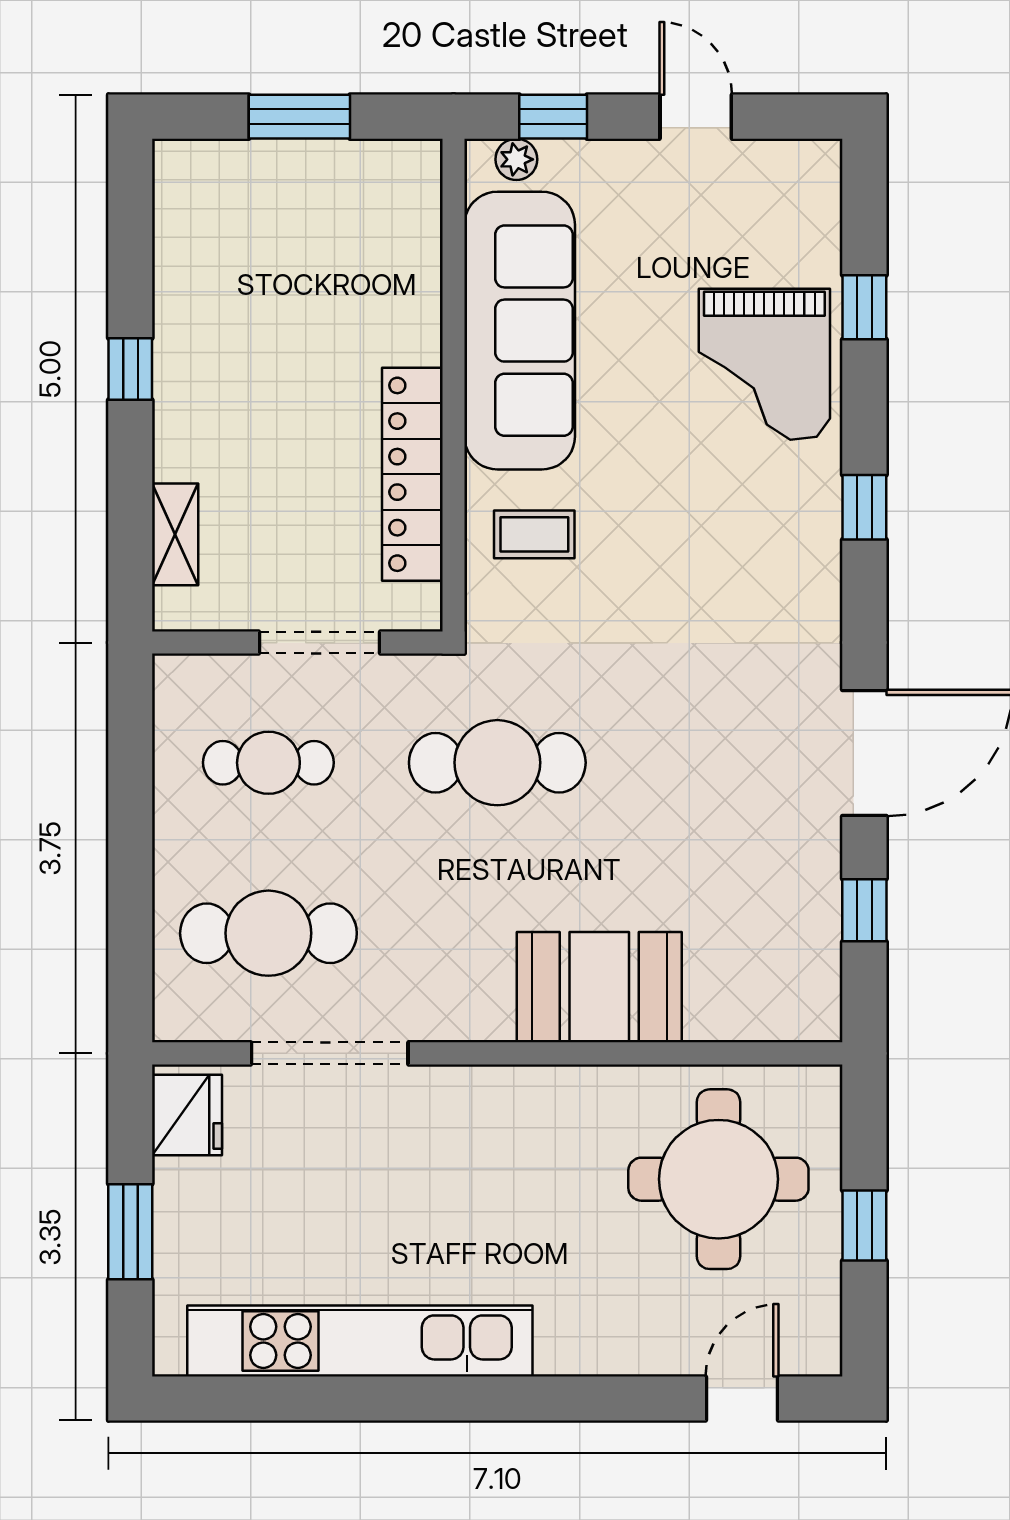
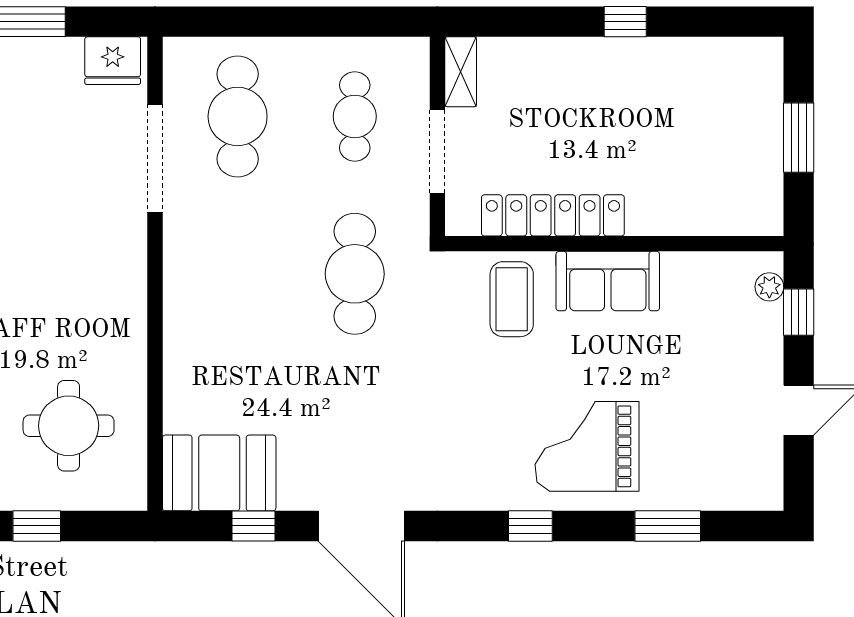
window: (864, 307) -> (668, 526), width x1.50
sofa: (520, 331) -> (608, 281), width x0.54, depth x0.79
grand piano: (764, 364) -> (587, 446), moved
shelving: (175, 534) -> (461, 72), moved, turned 90
coffee table: (534, 534) -> (512, 299), width x1.36, depth x1.30
booth: (599, 987) -> (219, 473), moved, turned 90
round table: (718, 1179) -> (69, 426), width x0.73, depth x0.73

